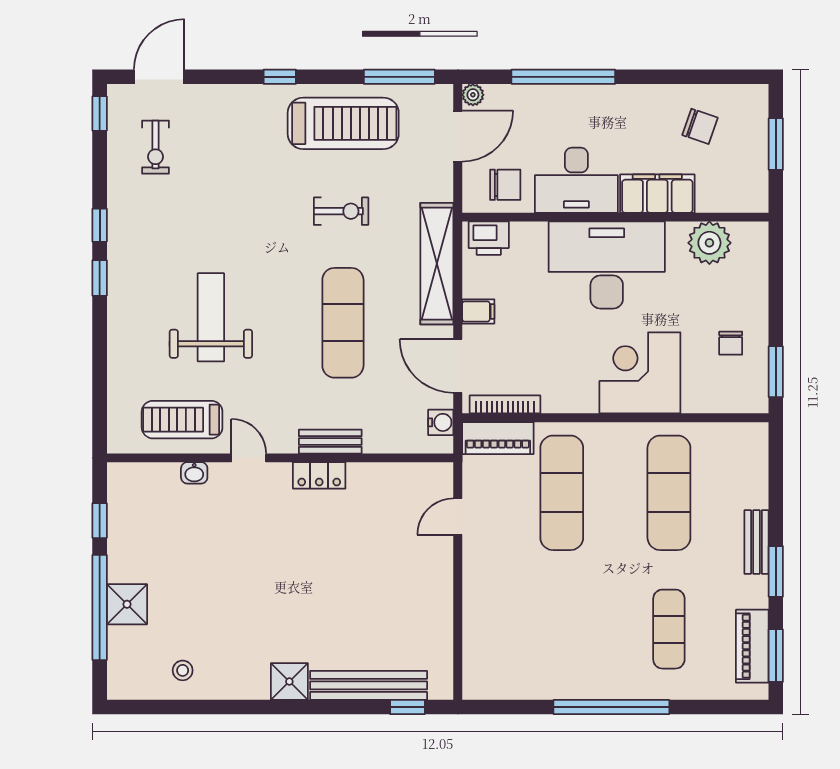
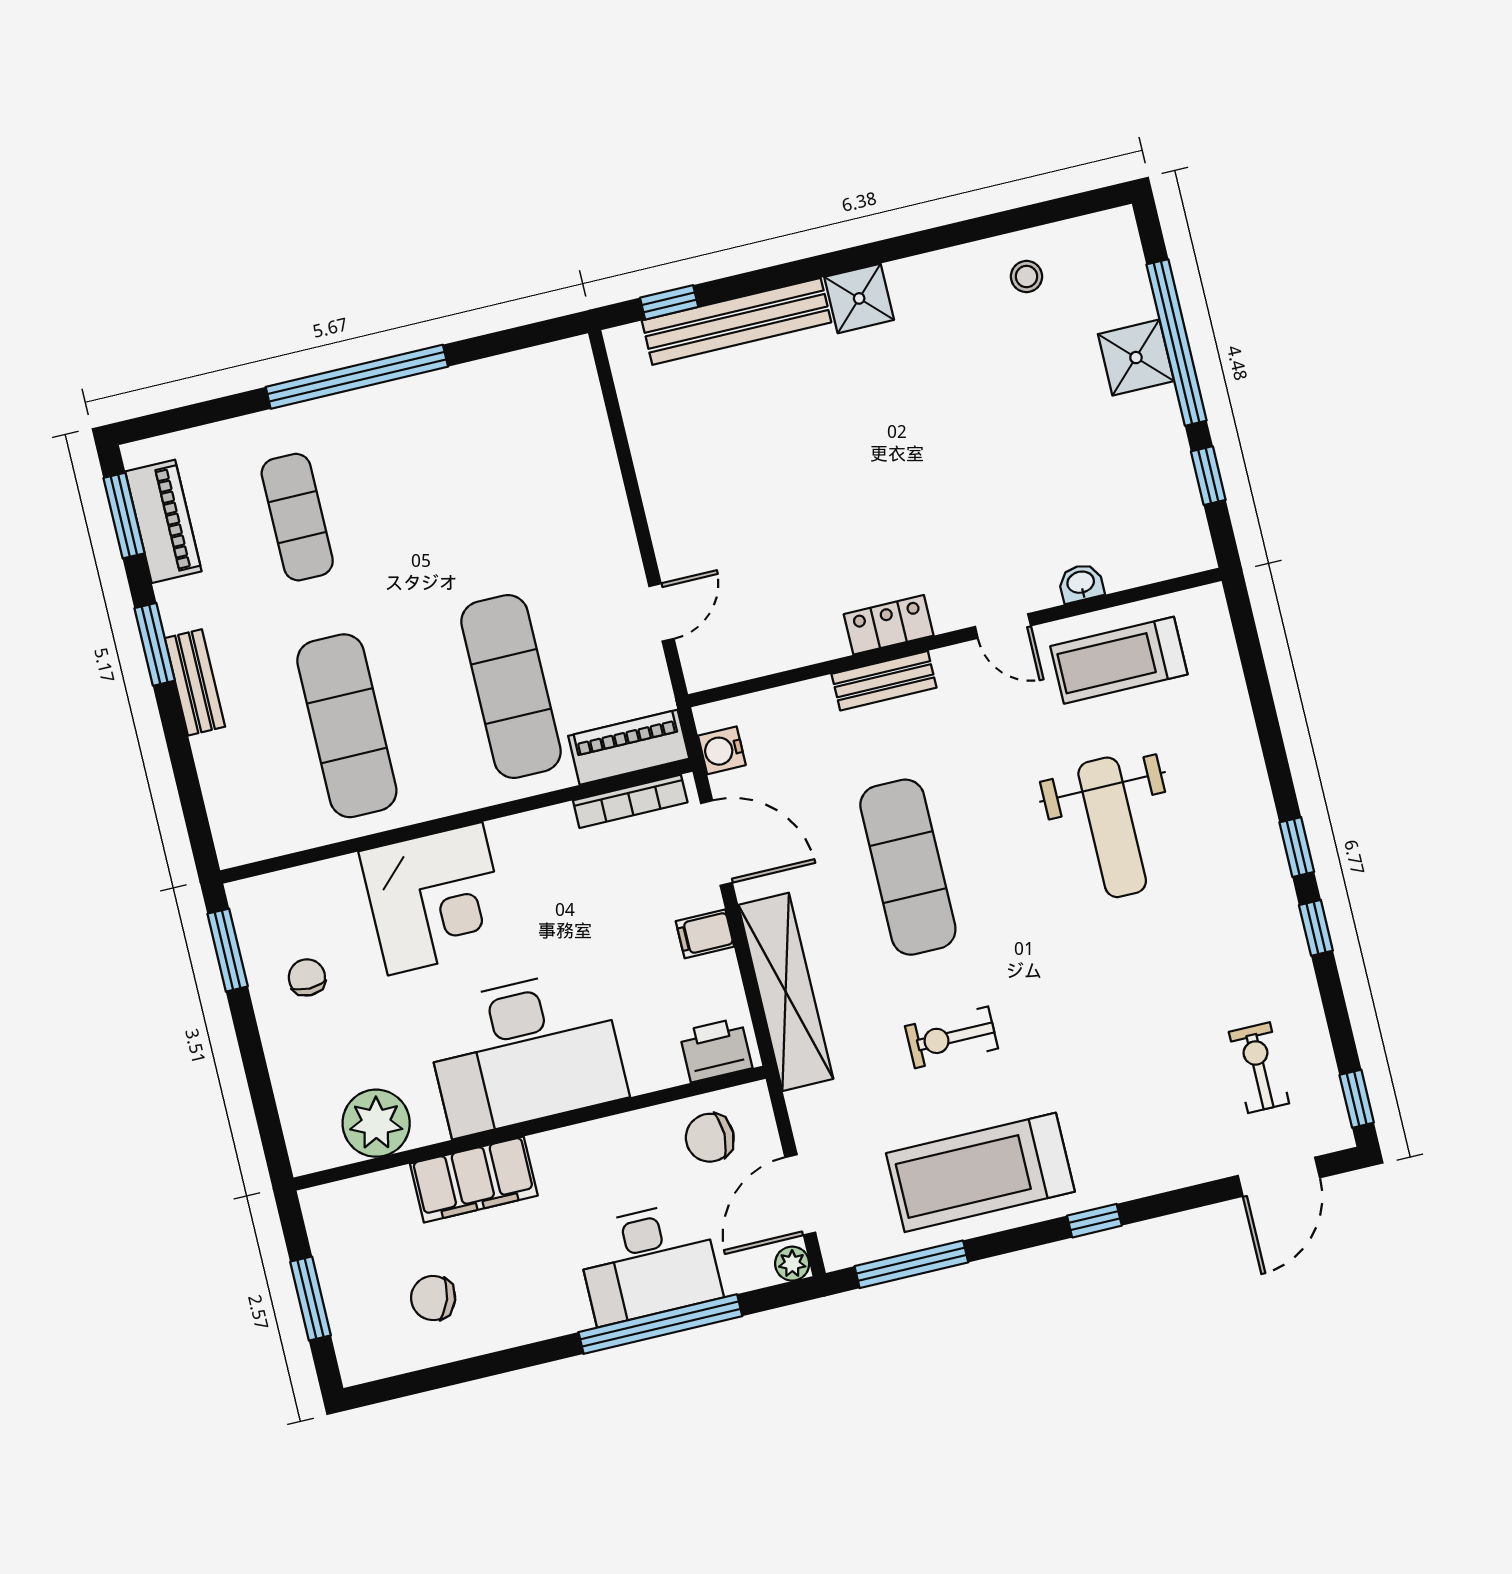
desk: (576, 180) -> (649, 1263), moved, turned 180
treadmill: (182, 420) -> (1119, 660), turned 180

